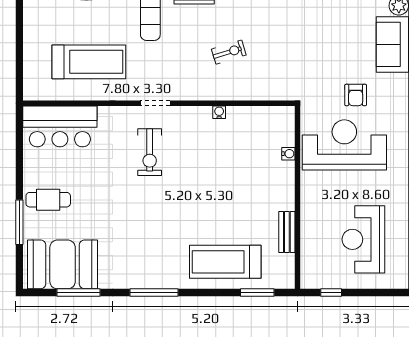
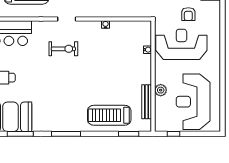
exercise bike: (150, 152) -> (63, 49), turned -90
plant: (310, 220) -> (161, 90), added
bench: (287, 232) -> (147, 102), width x1.36
reception desk: (363, 239) -> (193, 102), width x1.36, depth x1.30

